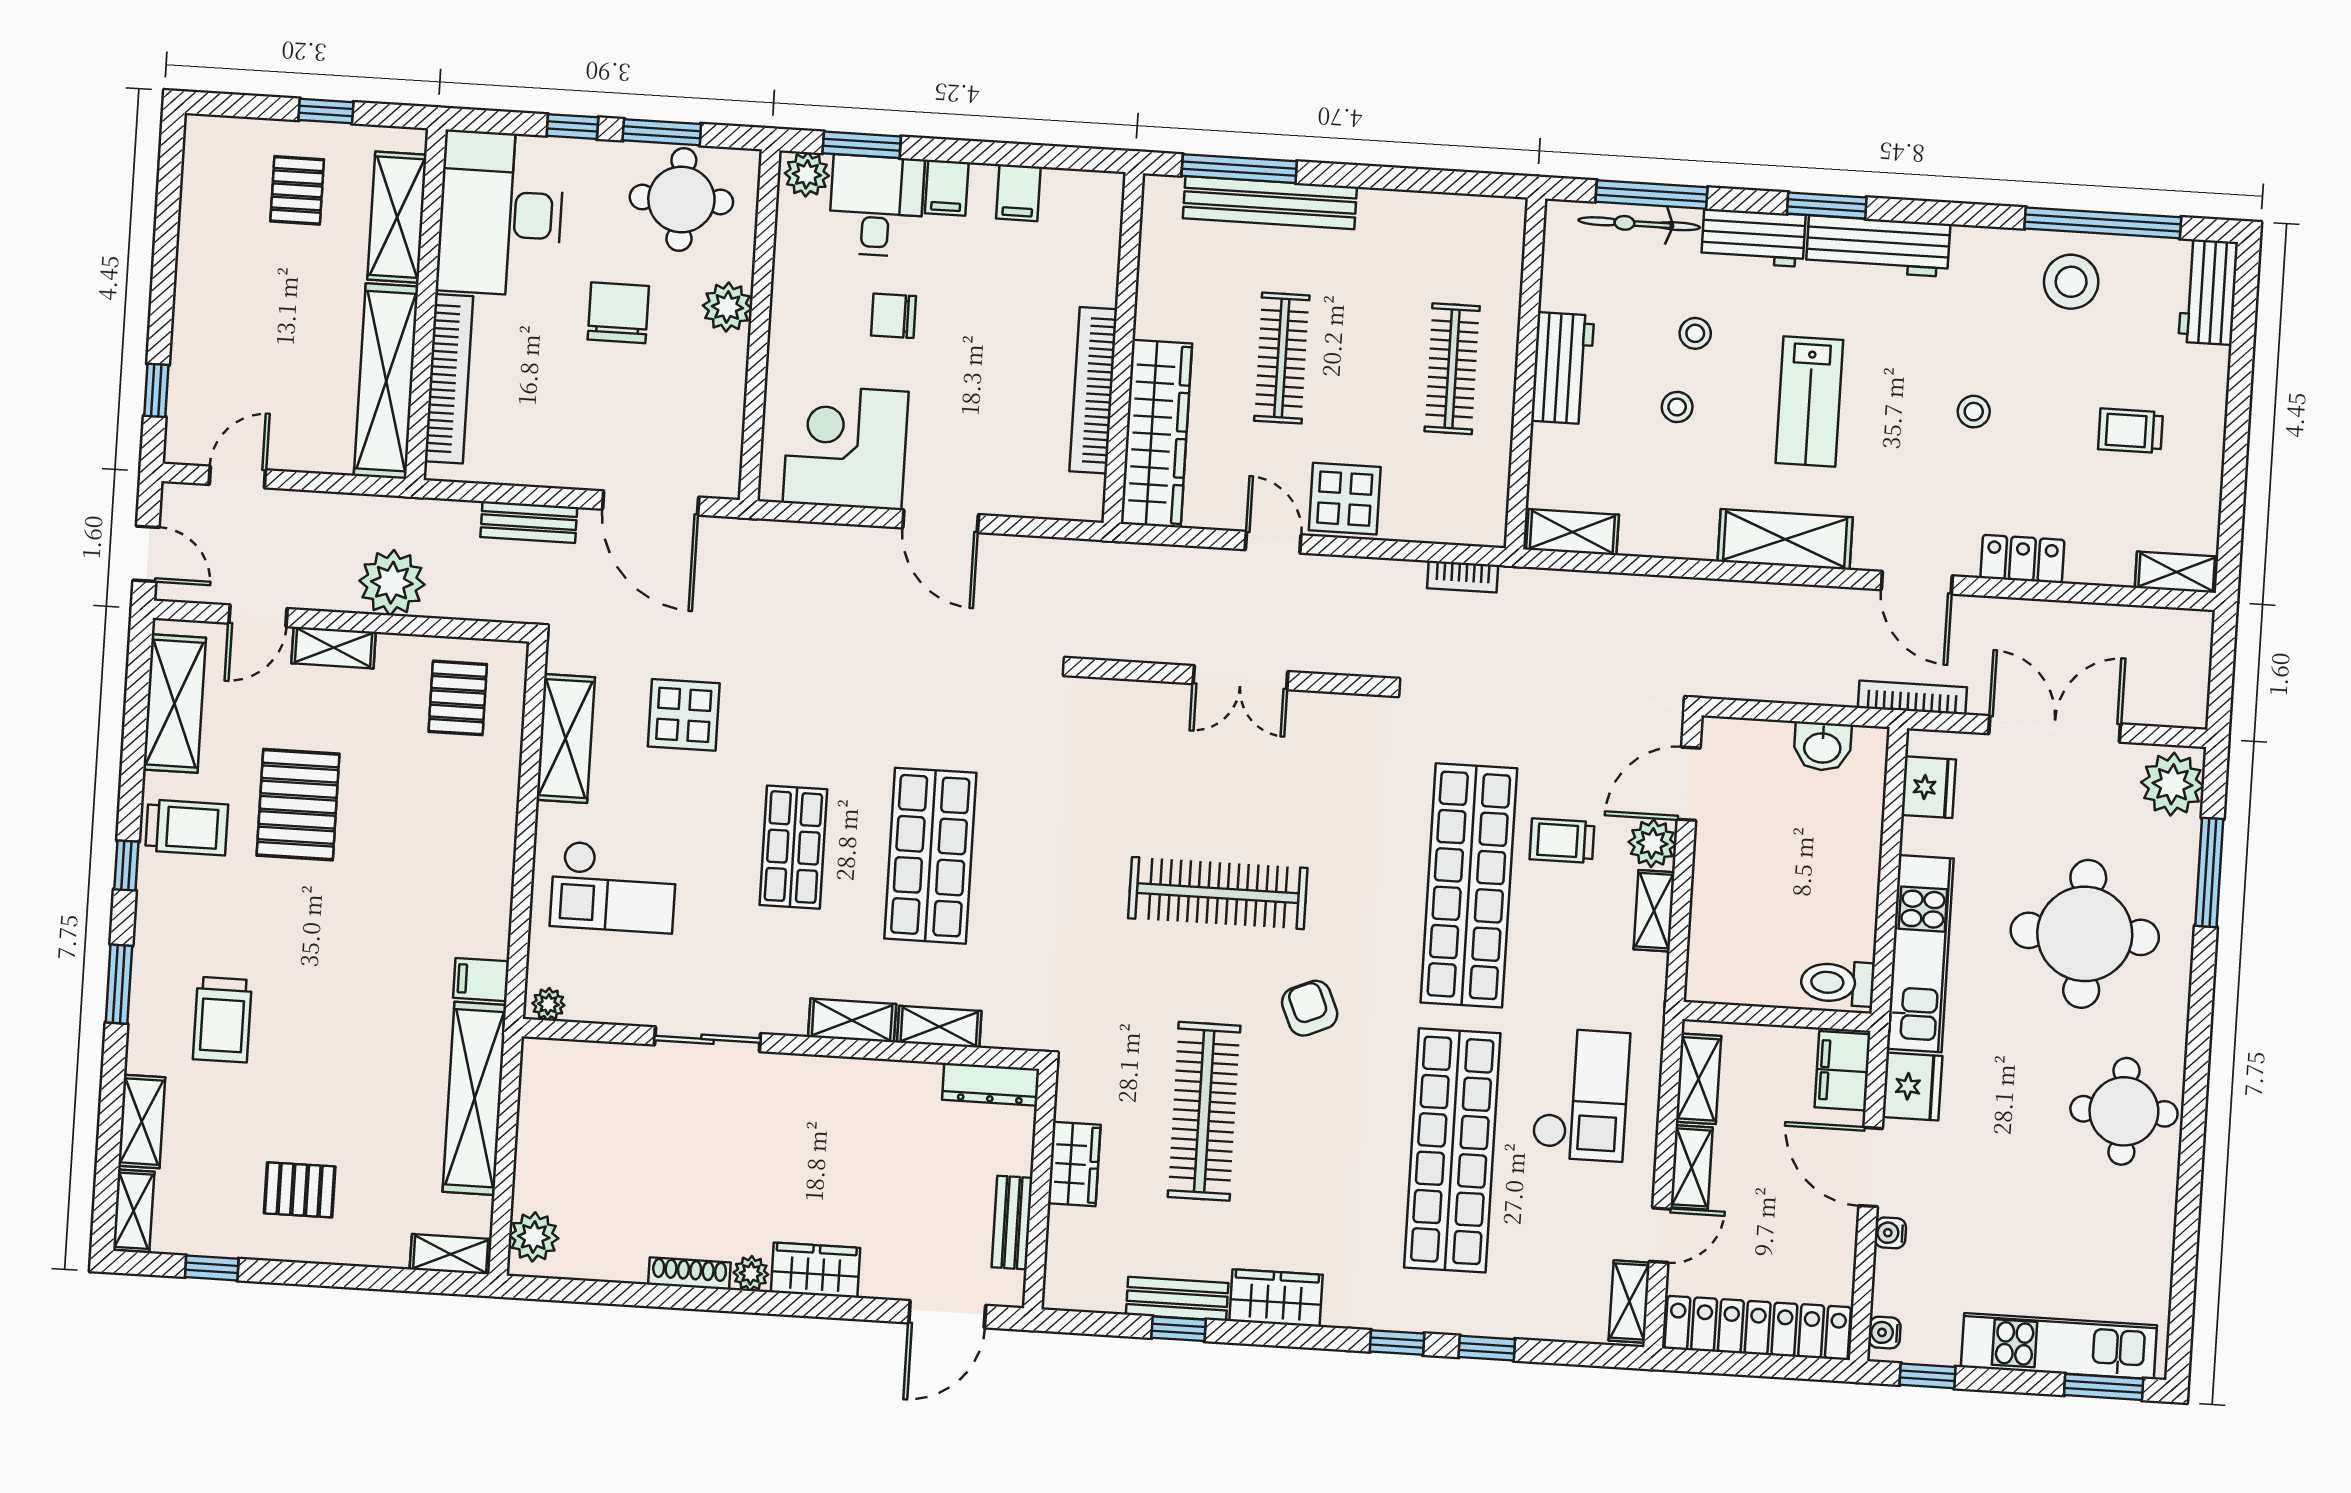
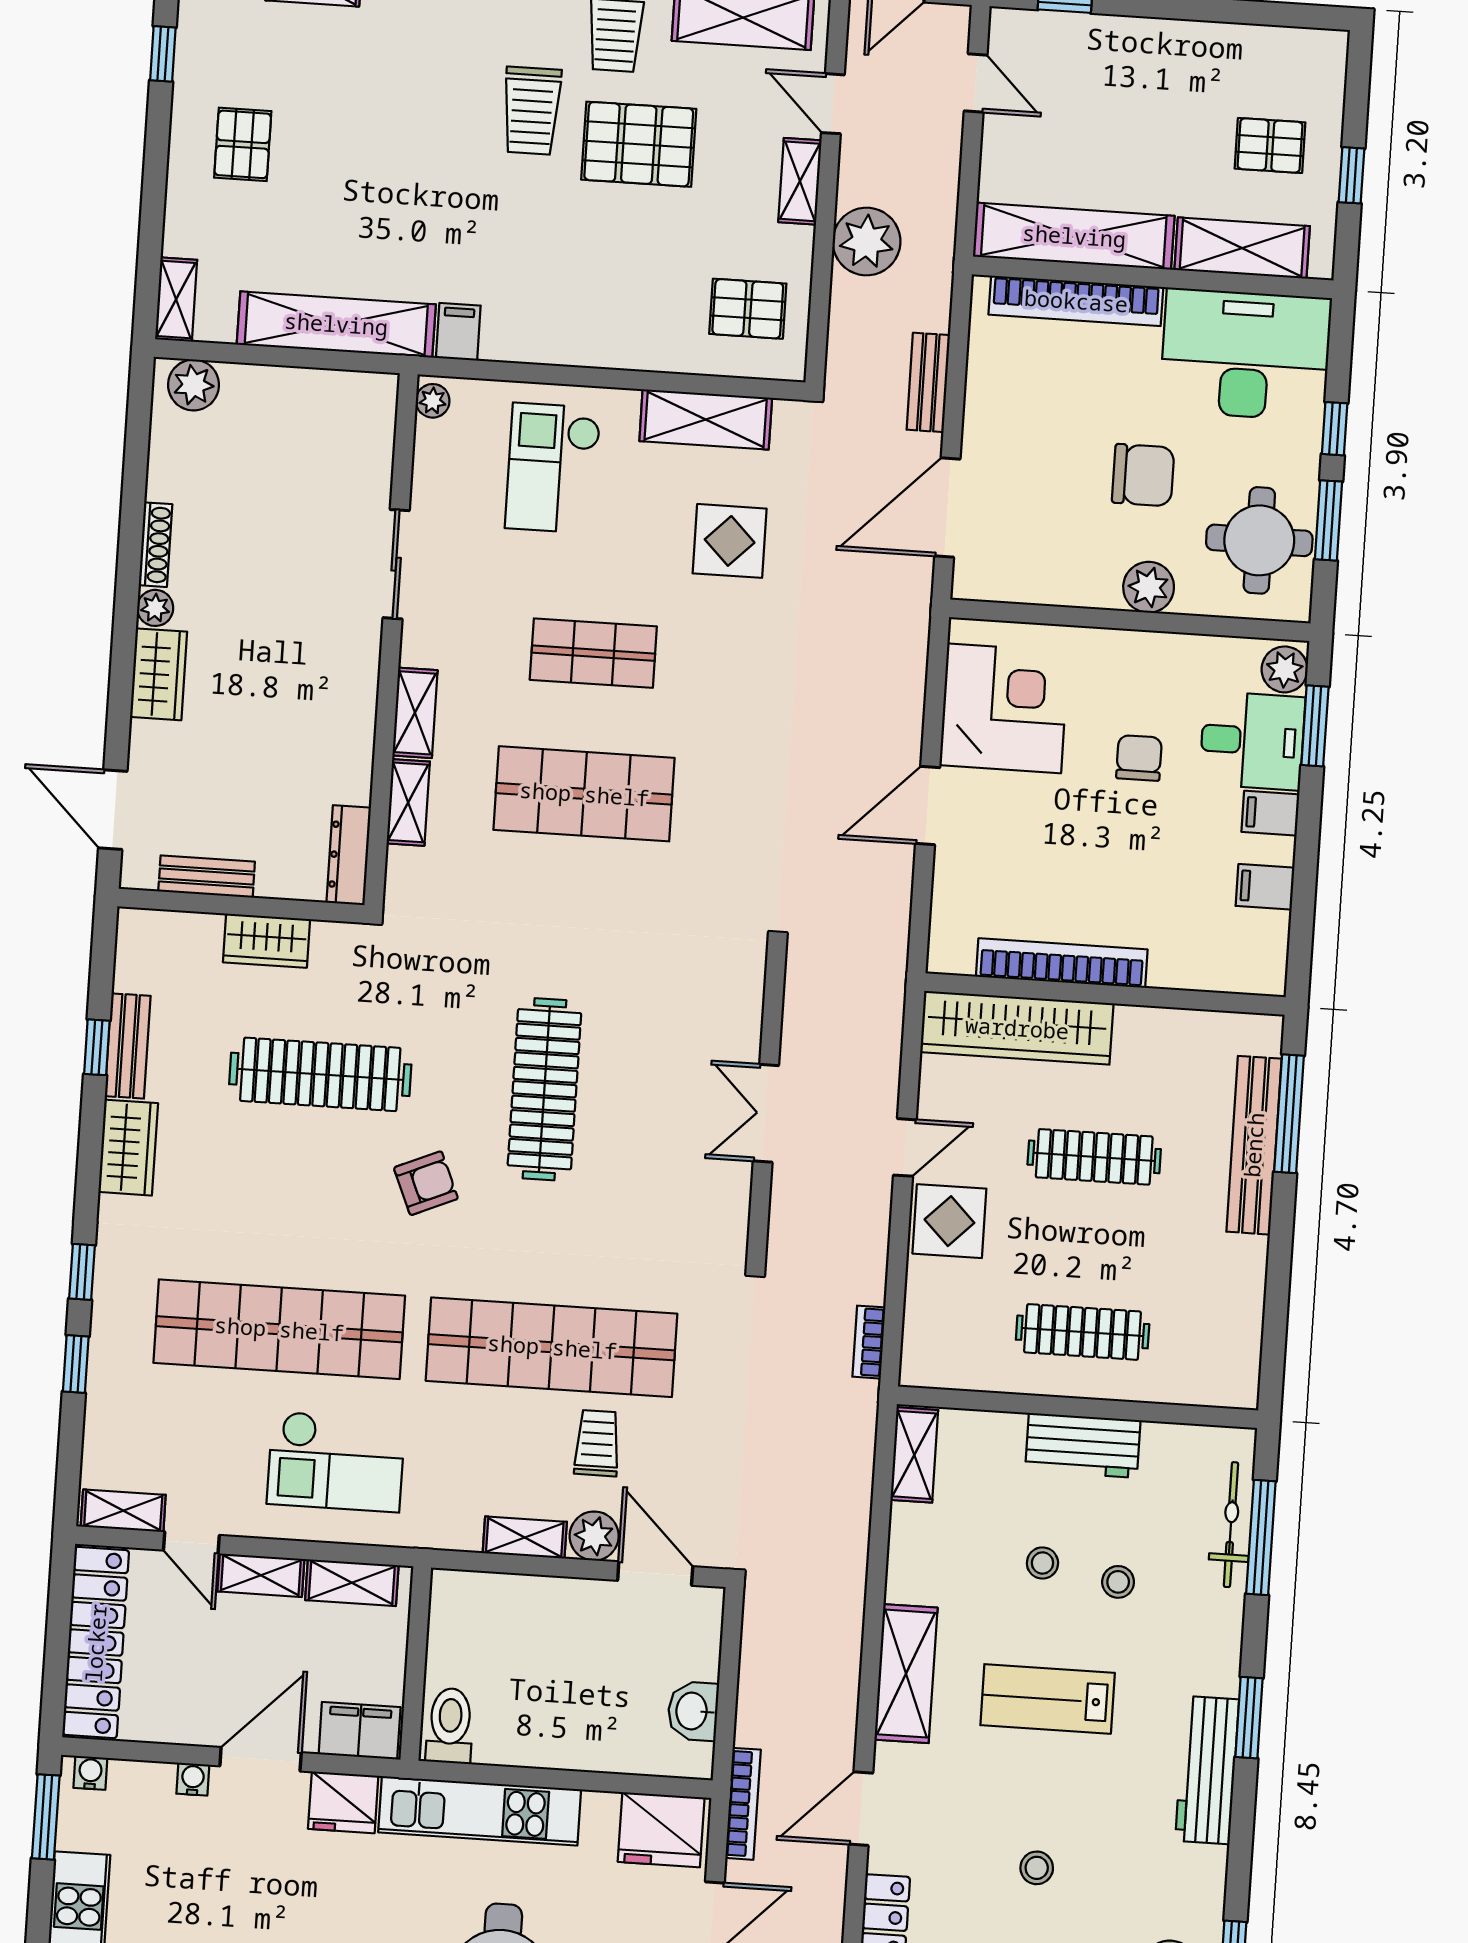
workbench: (1753, 238) -> (1216, 1642), removed
fridge: (1929, 787) -> (661, 1830), width x1.36, depth x1.34
trolley: (222, 1020) -> (532, 111), moved, turned -90
window: (1928, 1376) -> (46, 1817), width x1.50

